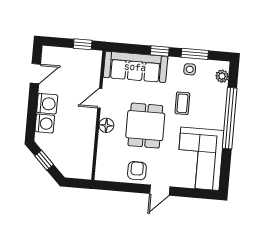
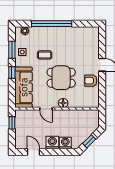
corner sofa: (200, 159) -> (79, 41), removed

